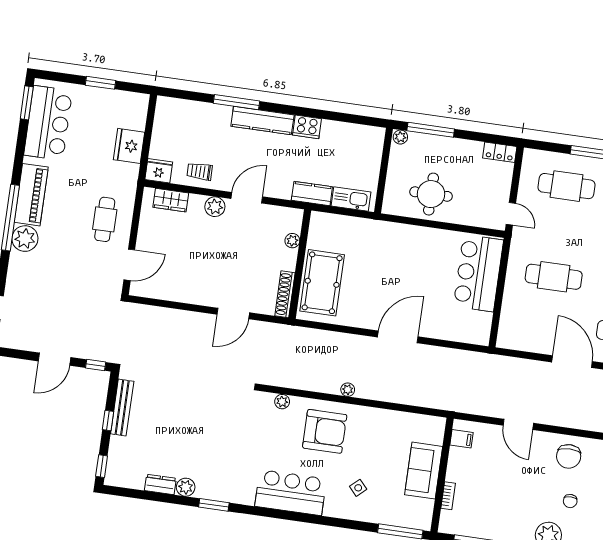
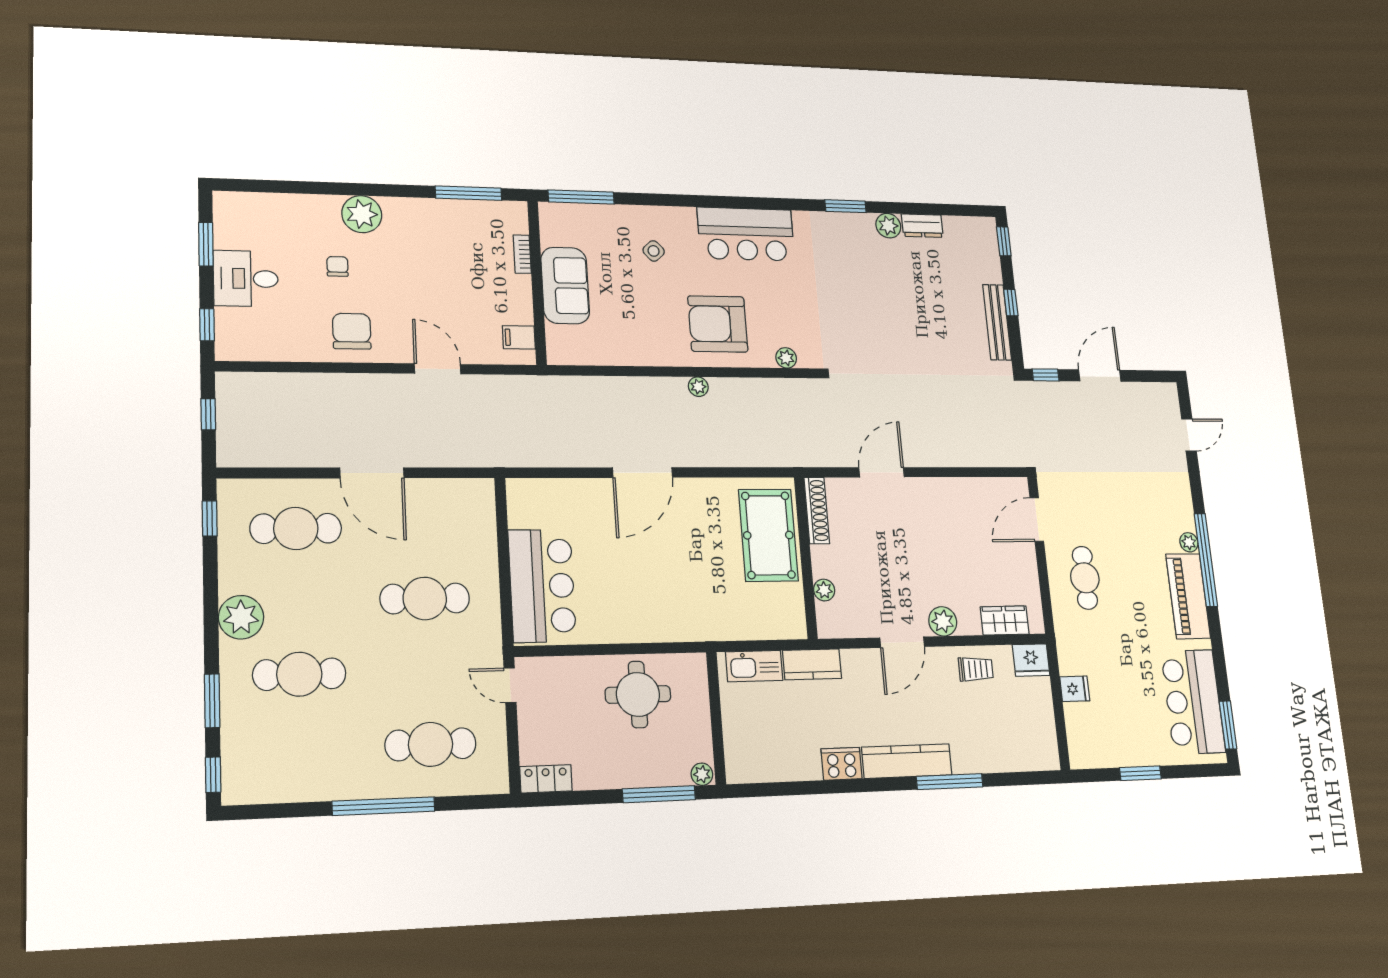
fridge: (129, 146) -> (1075, 689), width x0.53, depth x0.75
plant: (25, 239) -> (1189, 542), width x0.53, depth x0.53

